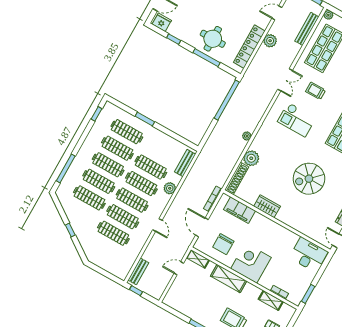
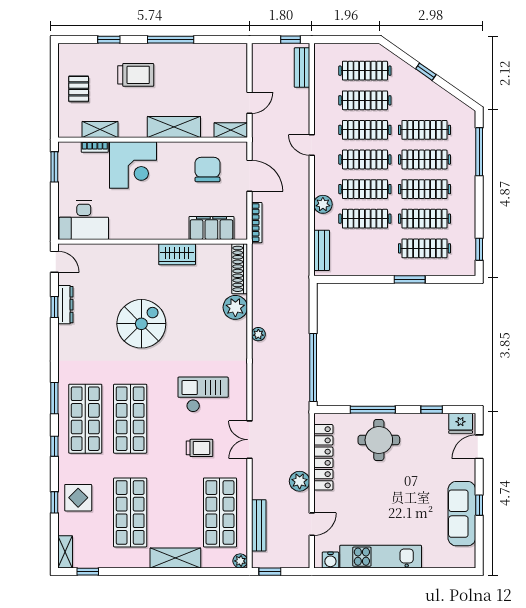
clothes rail: (104, 250) -> (365, 71), added
corner desk: (251, 263) -> (133, 165), moved

